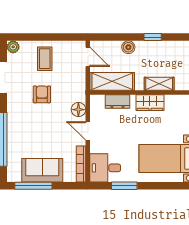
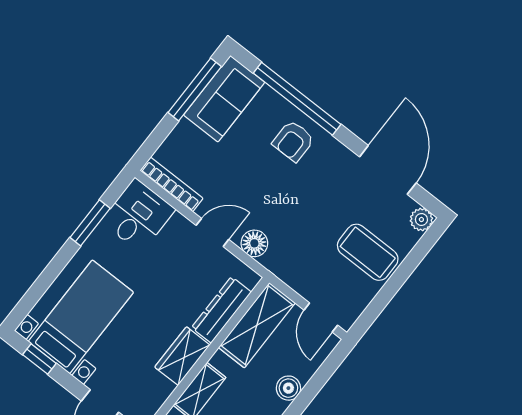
door: (88, 57) -> (321, 318), hinge flipped
coffee table: (45, 59) -> (368, 252), width x1.36, depth x1.30
armchair: (42, 94) -> (293, 141), moved, turned 90
dresser: (117, 101) -> (221, 310), width x1.44
sofa: (42, 170) -> (224, 99), moved

